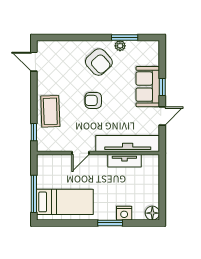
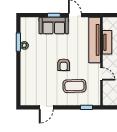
door: (34, 62) -> (46, 107), moved
armchair: (99, 62) -> (36, 61), removed
coffee table: (50, 111) -> (74, 86), moved

